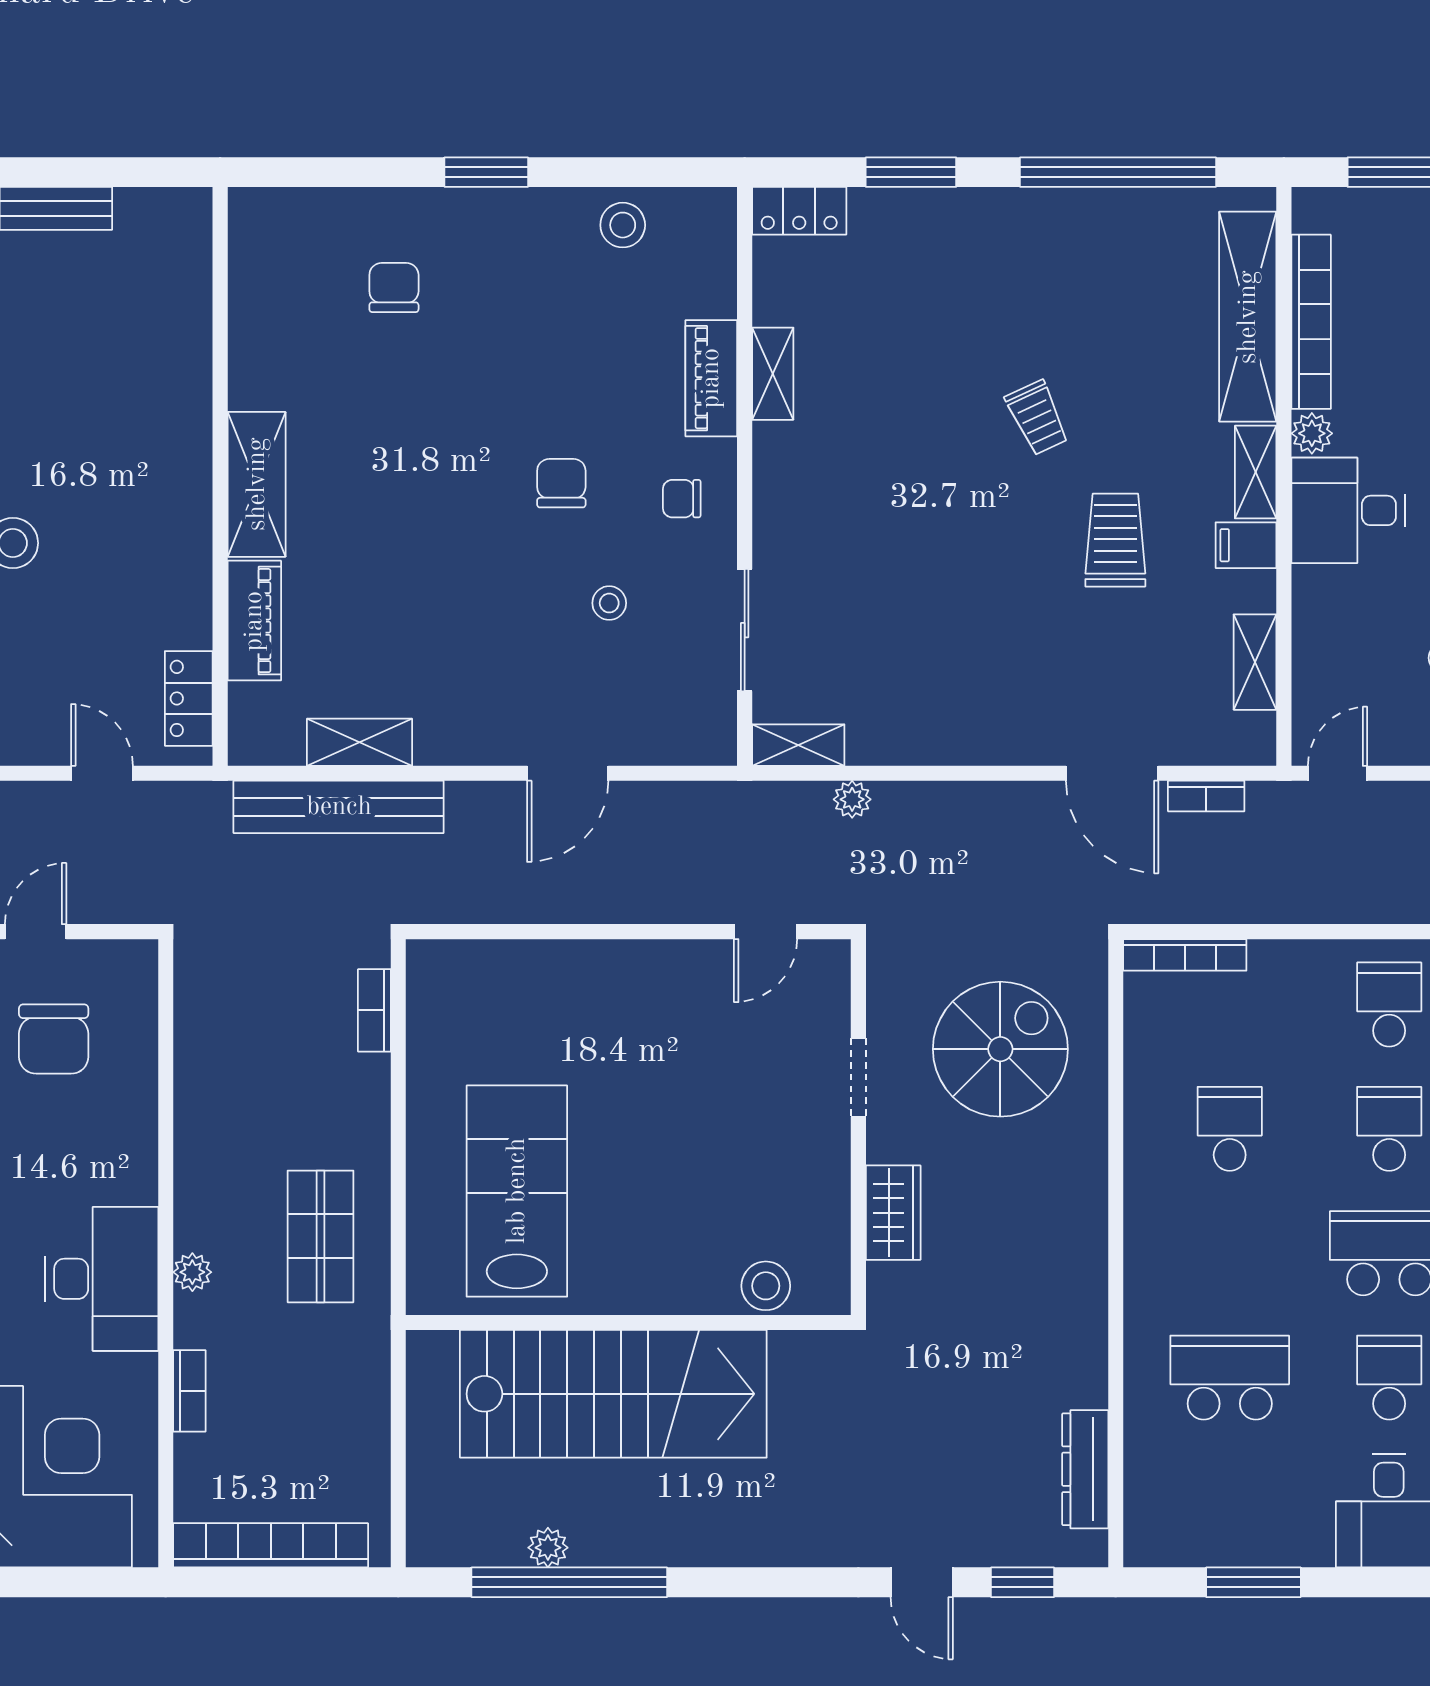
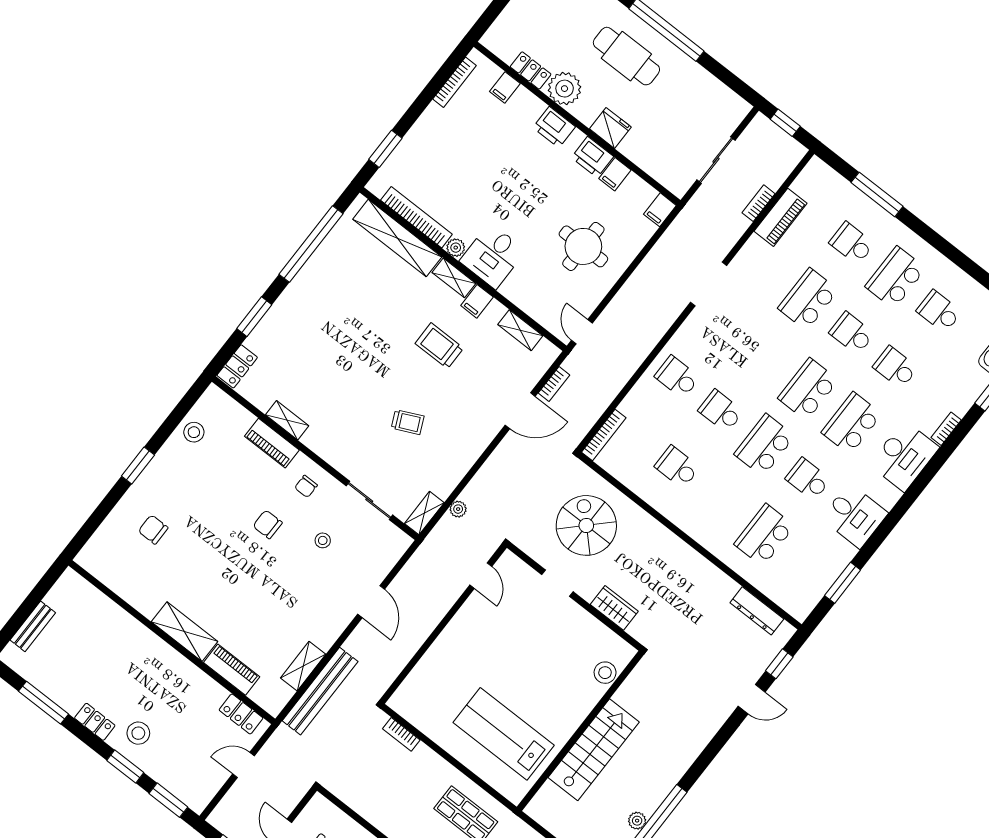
trolley: (1037, 418) -> (408, 422), moved
stairs: (613, 1394) -> (594, 750), width x0.73, depth x0.66

